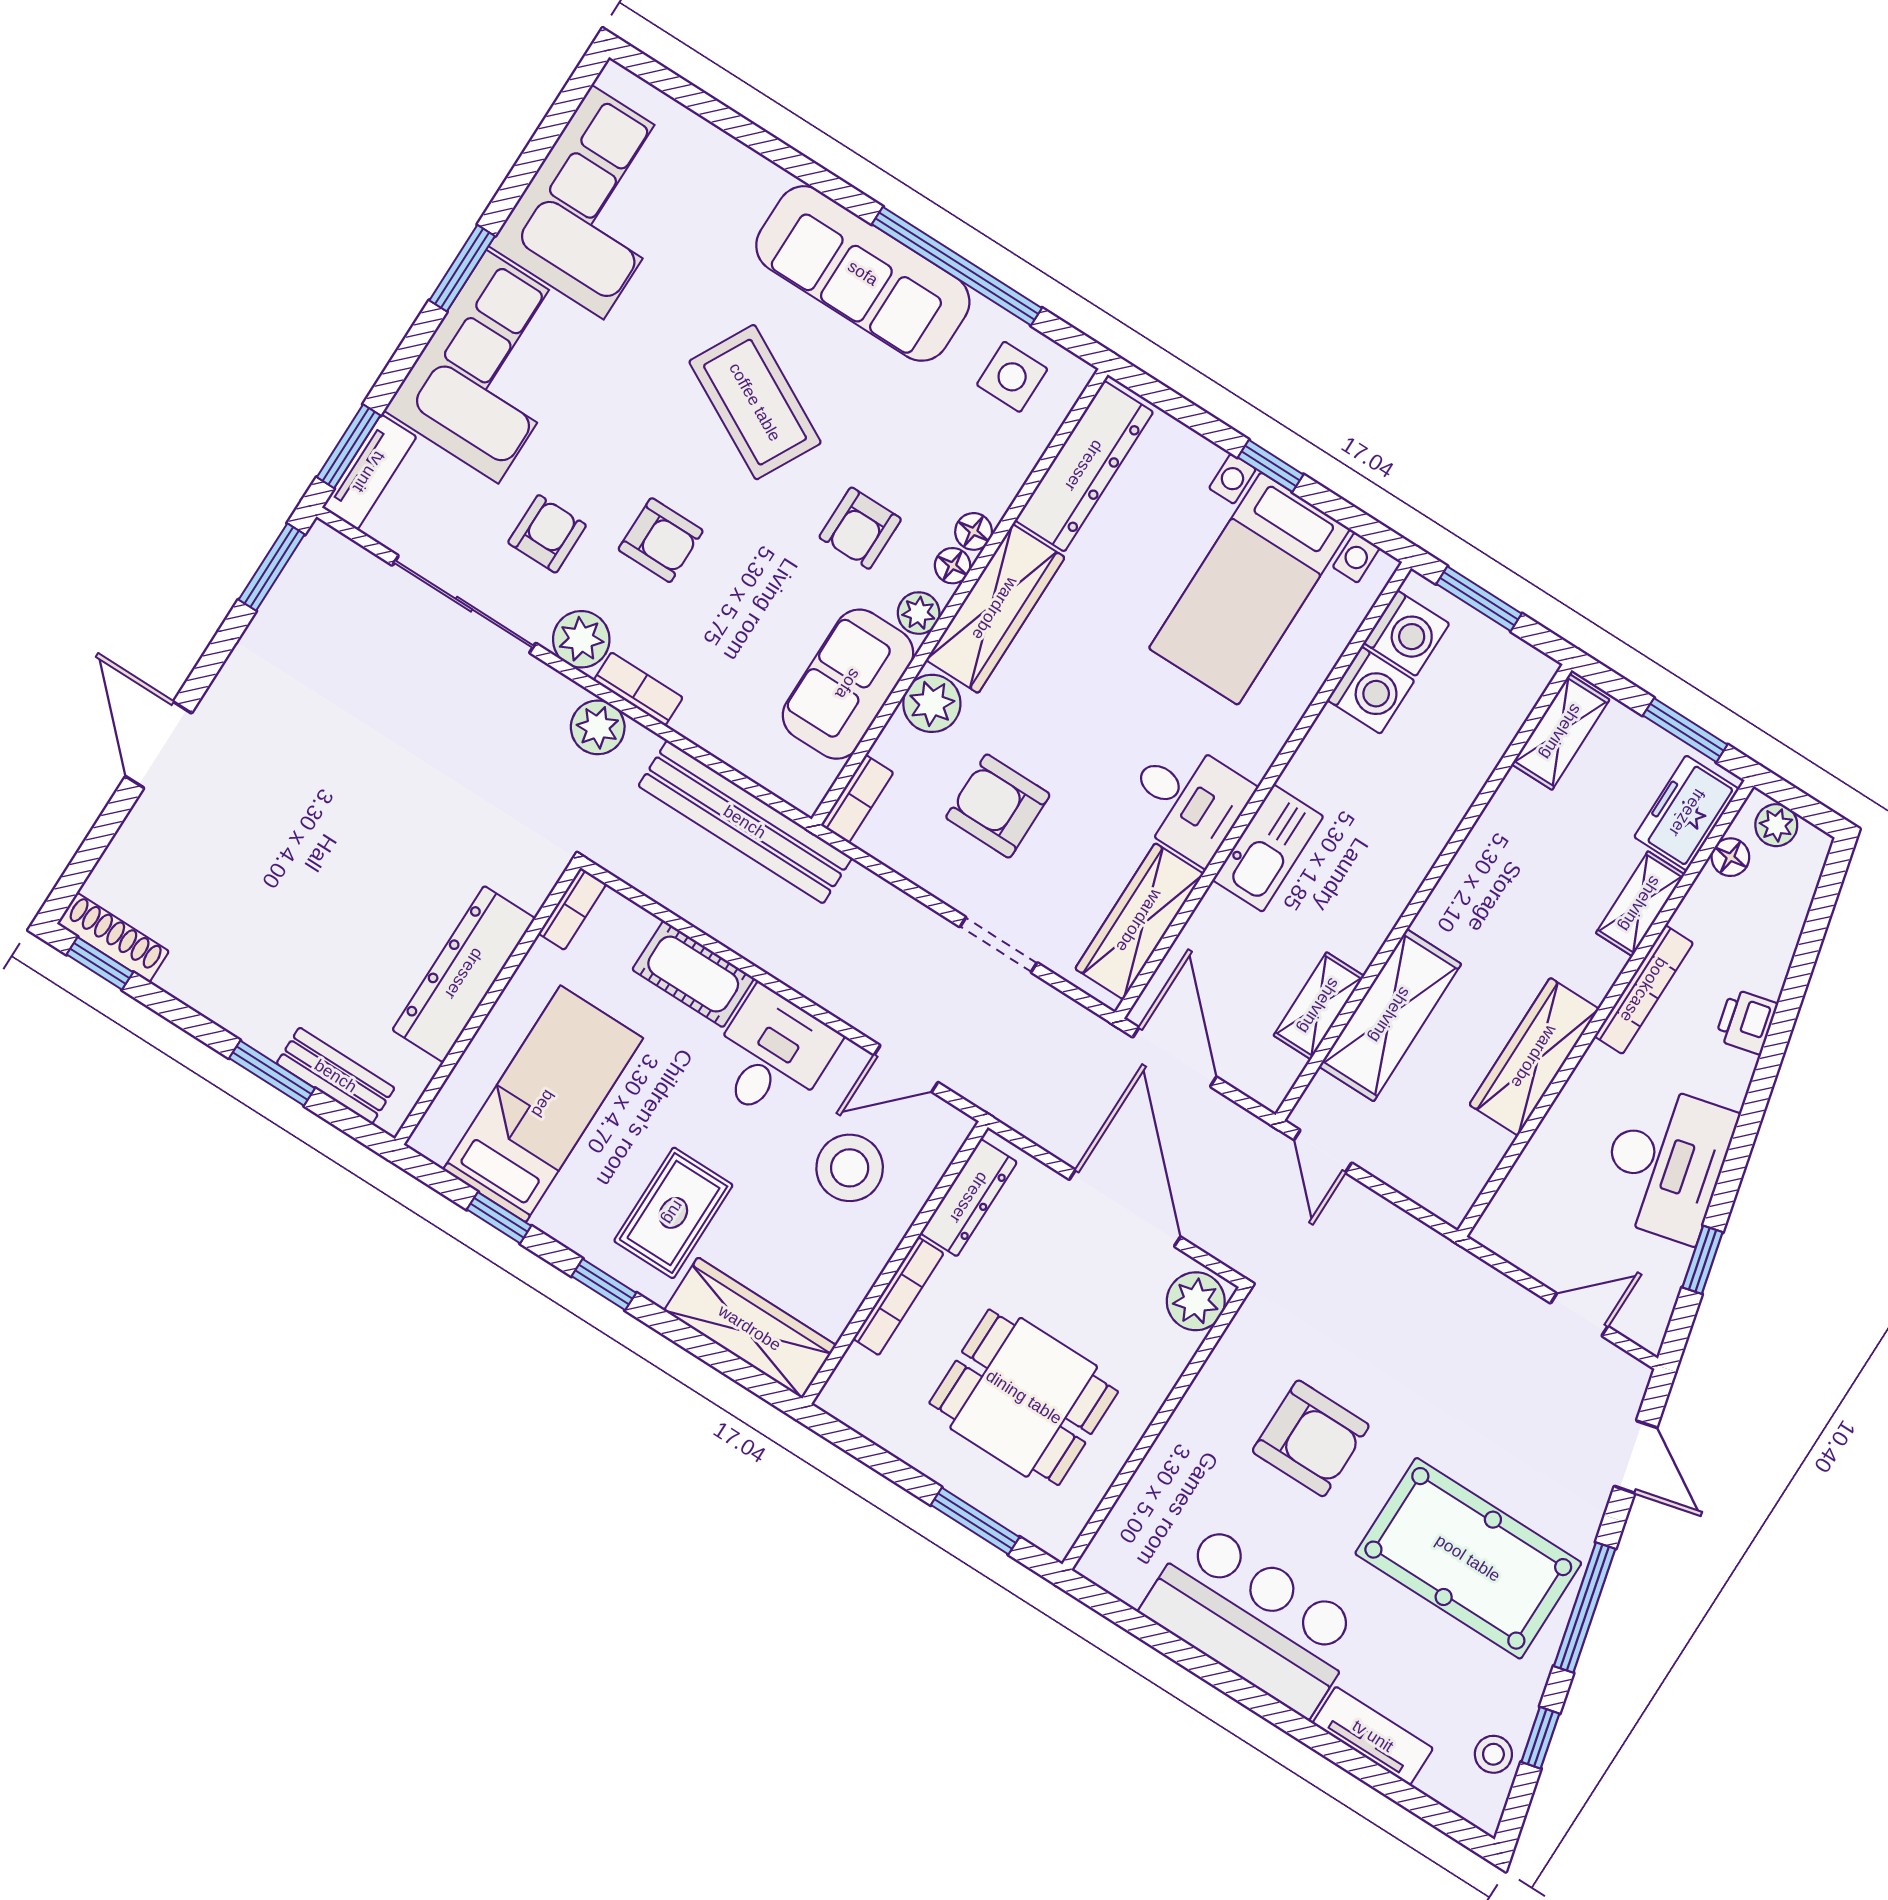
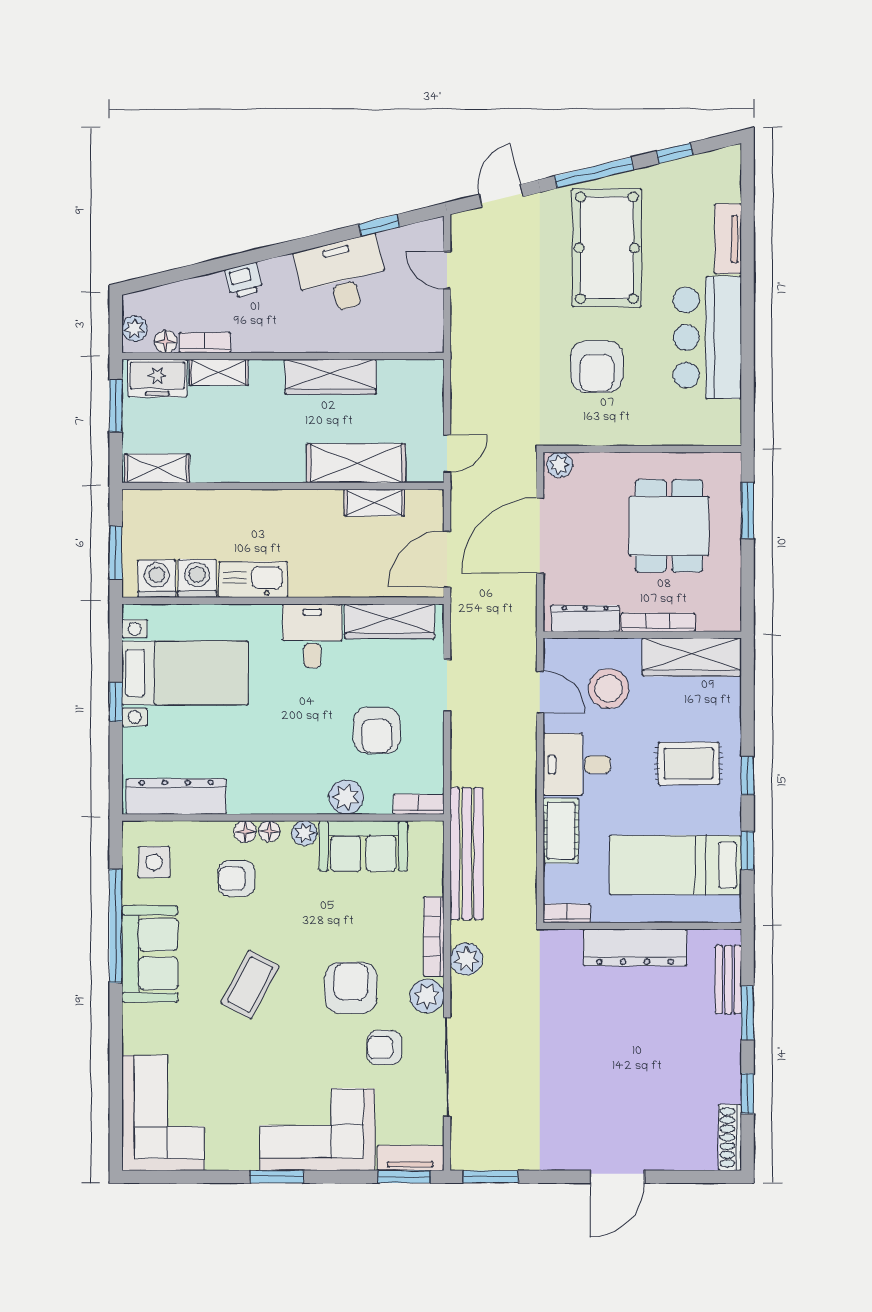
corner sofa: (597, 202) -> (163, 1113), moved, turned 90
sofa: (863, 273) -> (150, 954), width x0.73
coffee table: (755, 402) -> (250, 985), width x0.73, depth x0.76
armchair: (860, 528) -> (236, 878), moved, turned 180
armchair: (661, 540) -> (351, 988), width x1.38, depth x1.38
wardrobe: (995, 609) -> (277, 796), removed
bookcase: (638, 689) -> (434, 937), width x1.56
kitchen sink: (1268, 848) -> (253, 580), moved
window: (100, 963) -> (748, 1093), moved
bookcase: (1644, 990) -> (205, 343), moved, width x0.64
plant: (1196, 1301) -> (560, 465), width x0.73, depth x0.73
wardrobe: (750, 1328) -> (692, 657), moved, turned -90
armchair: (1311, 1438) -> (597, 367), turned 180
stool: (1493, 1754) -> (698, 172), removed

